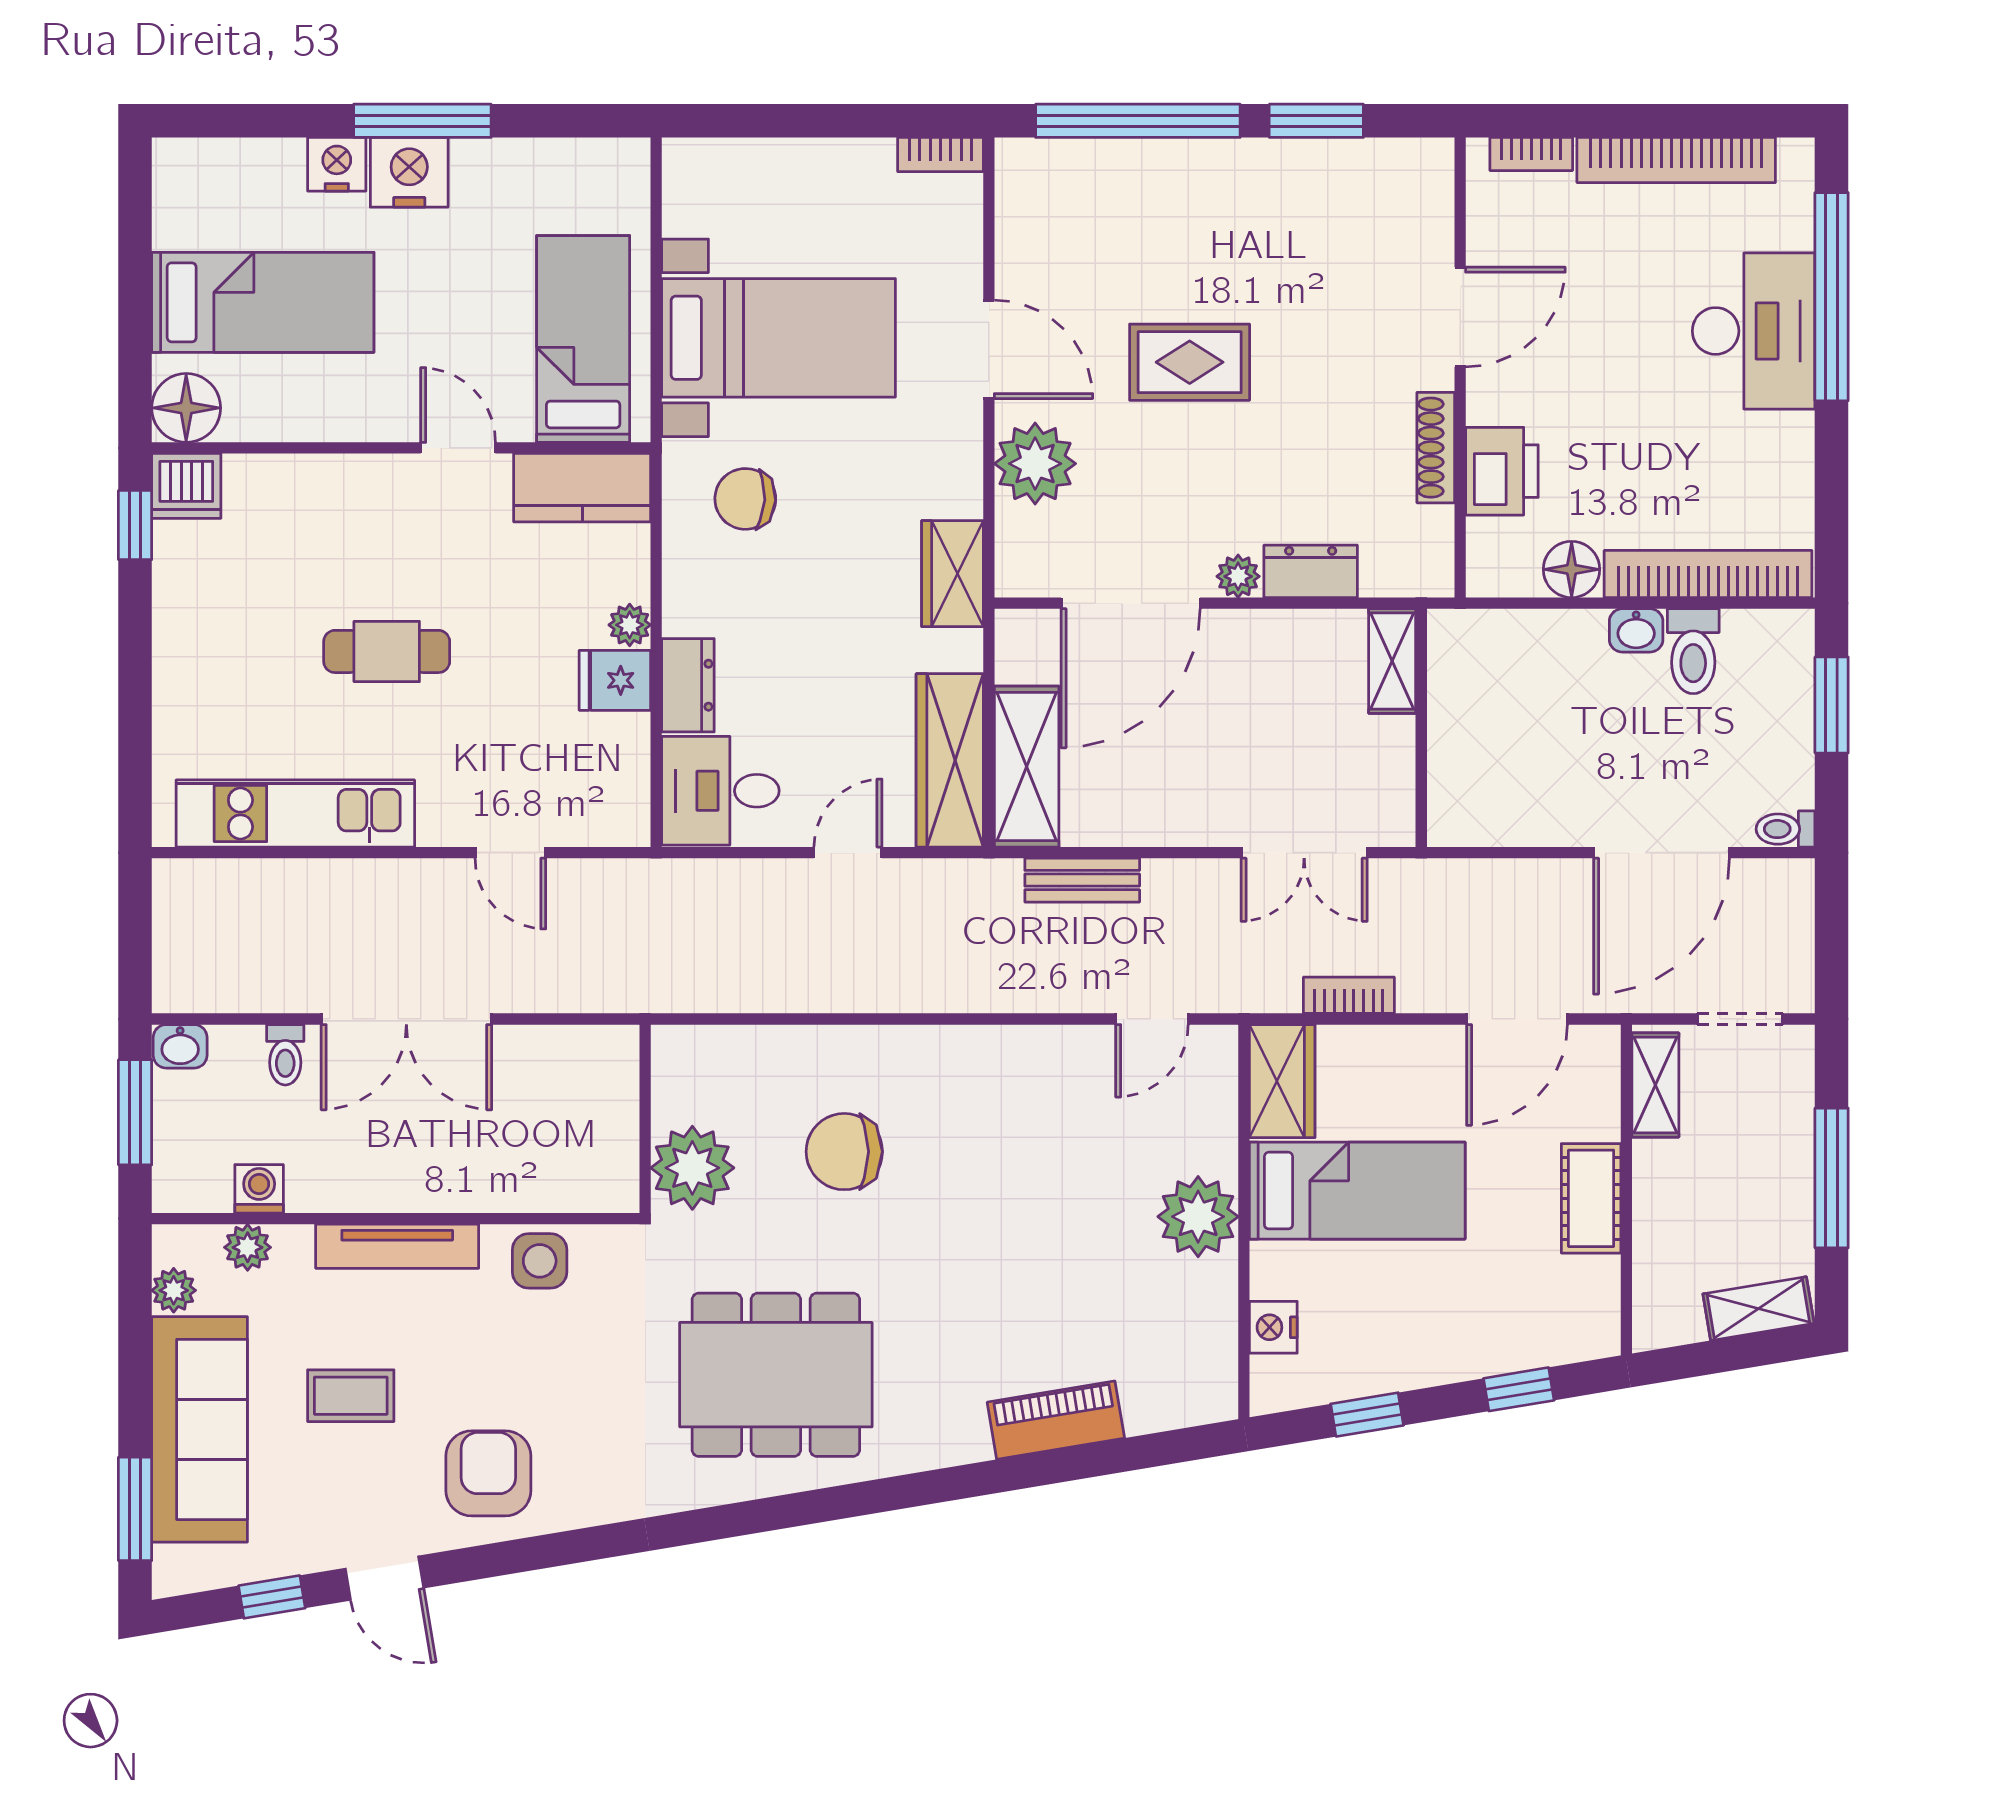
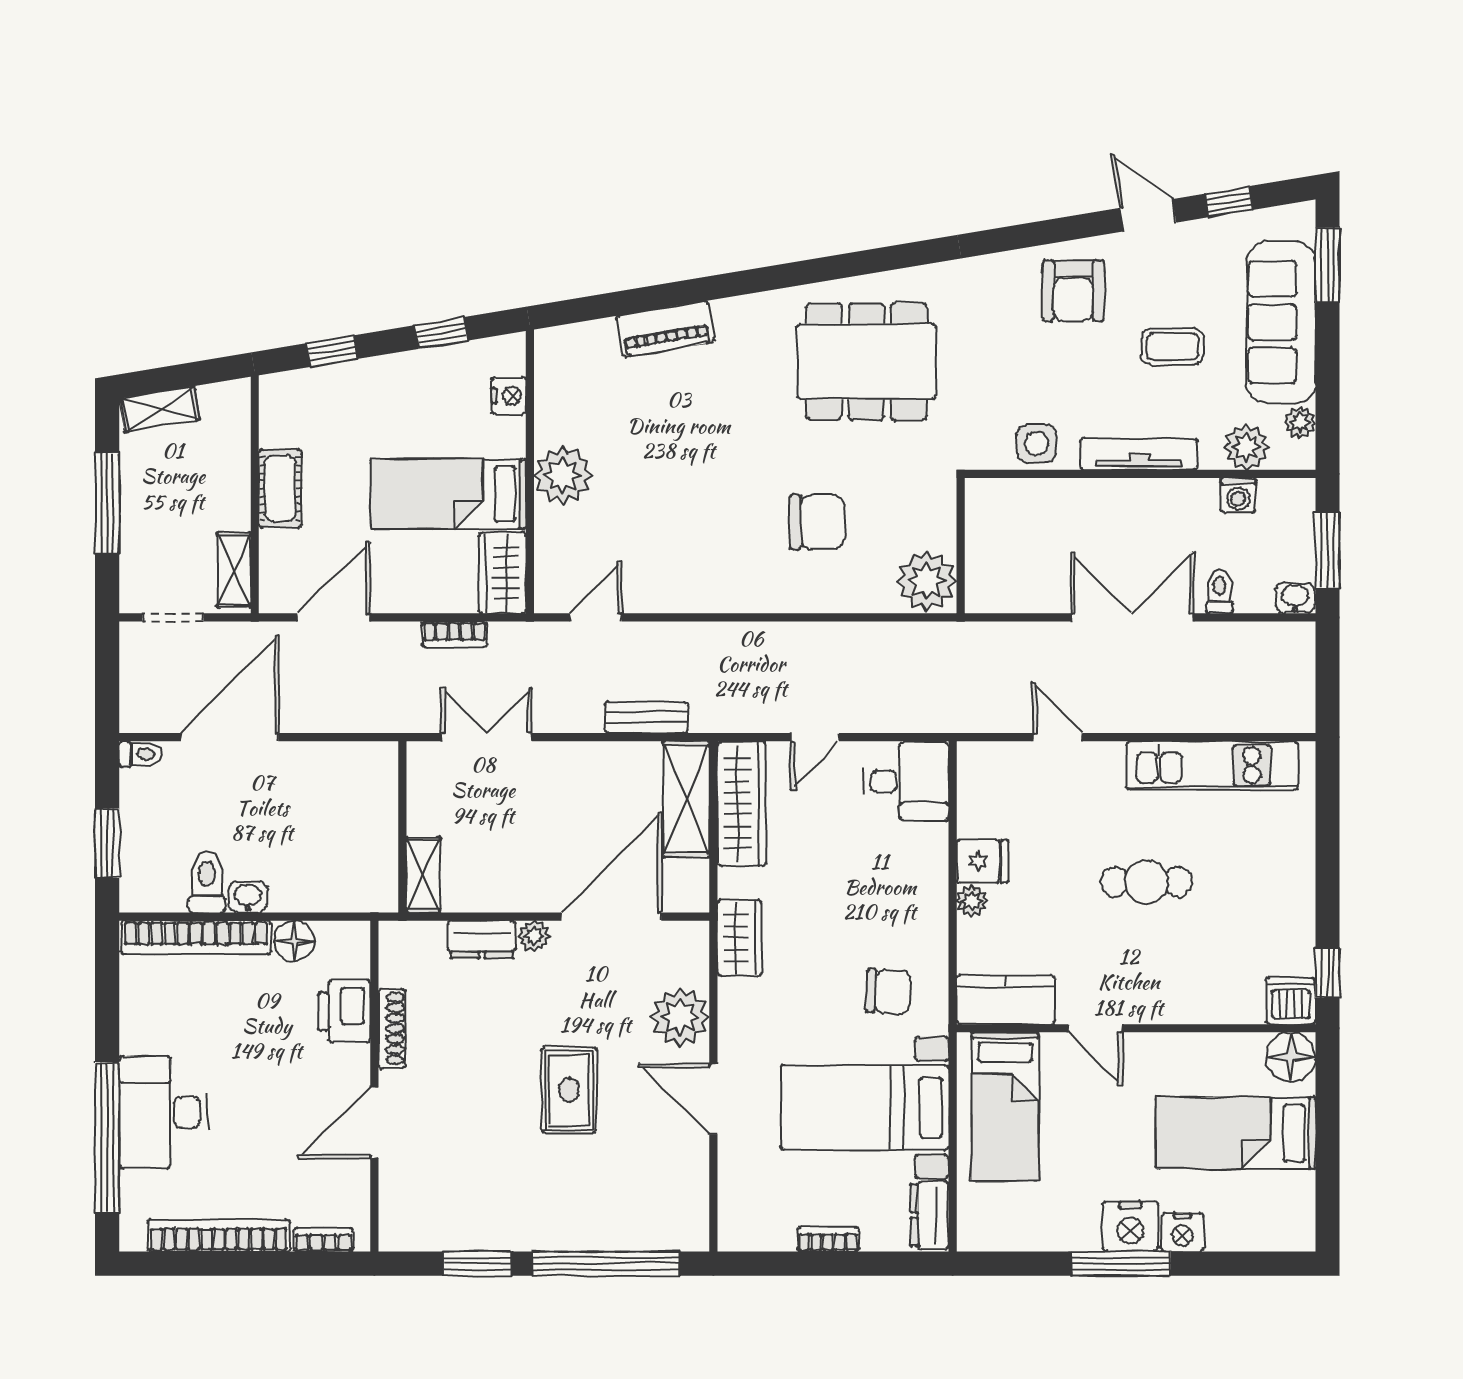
bookcase: (940, 155) -> (828, 1239), moved
rug: (1190, 362) -> (569, 1090), turned 90
dresser: (688, 685) -> (930, 1215), moved
plant: (692, 1168) -> (927, 581), moved
plant: (248, 1247) -> (1247, 447), width x1.38, depth x1.38

